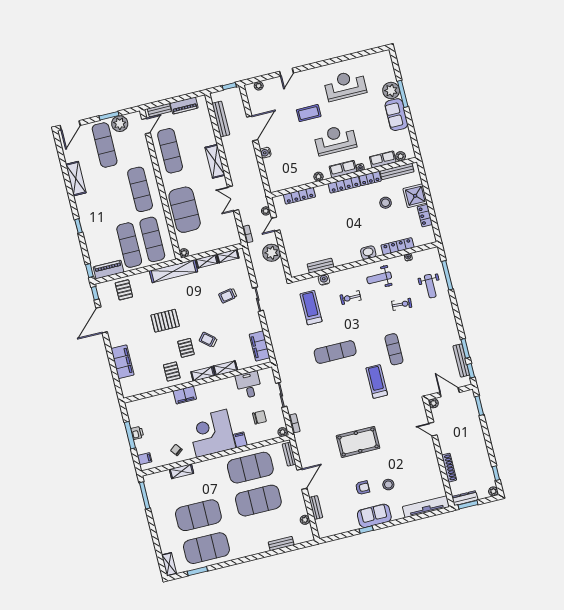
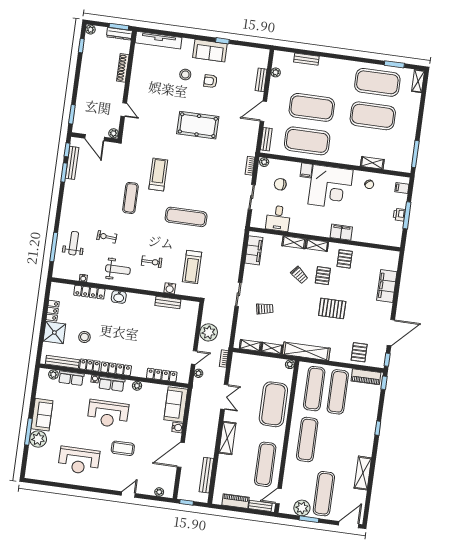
sofa: (276, 173) -> (176, 404), added
treadmill: (377, 381) -> (158, 174), turned 180

